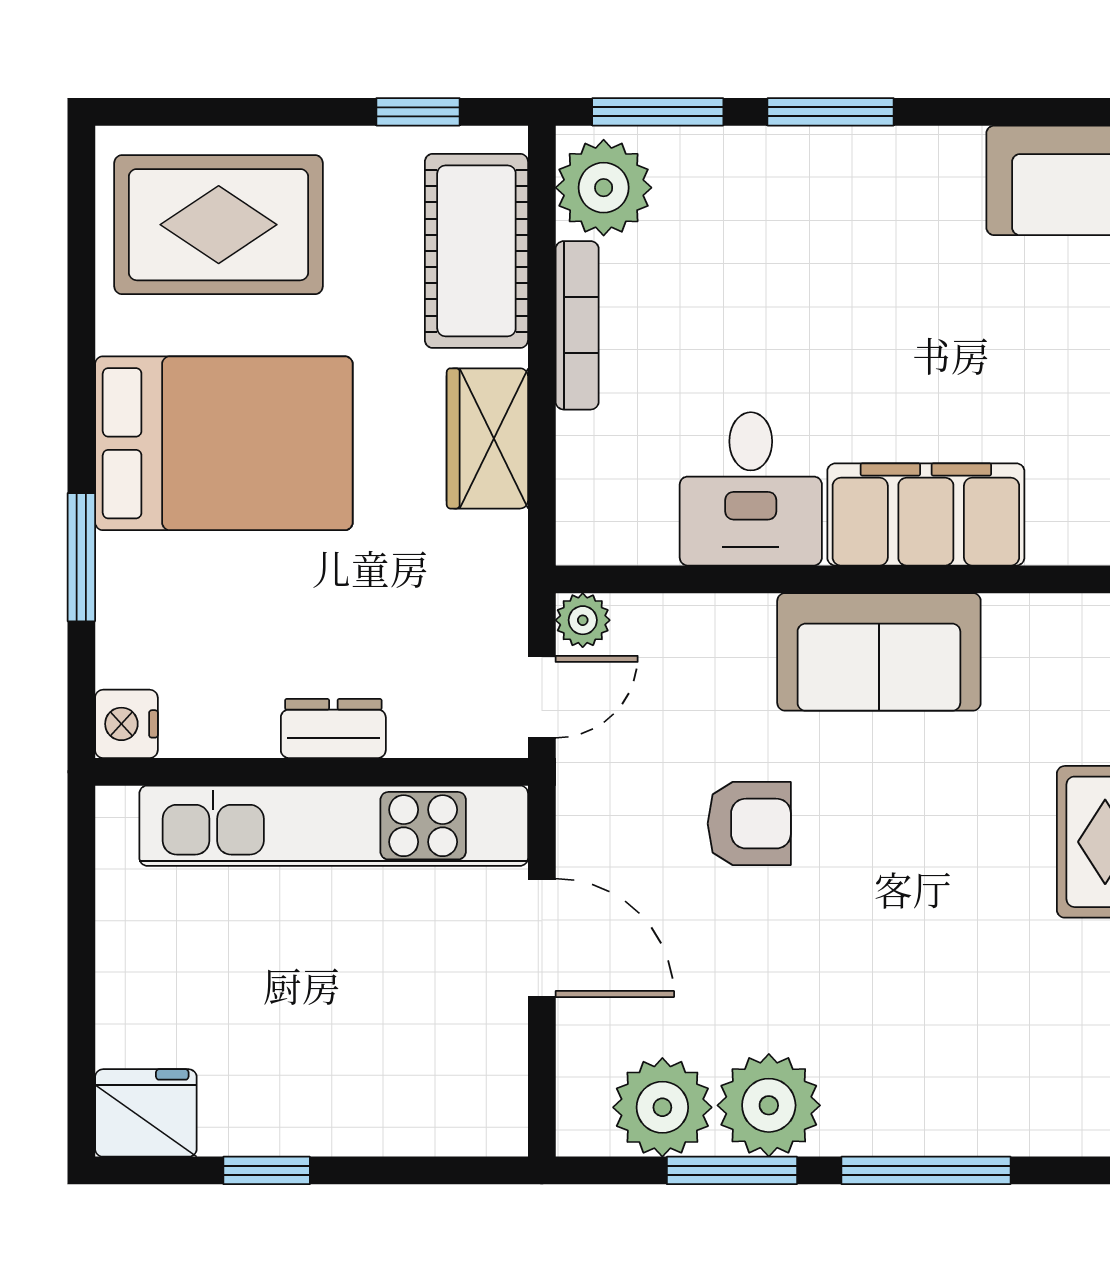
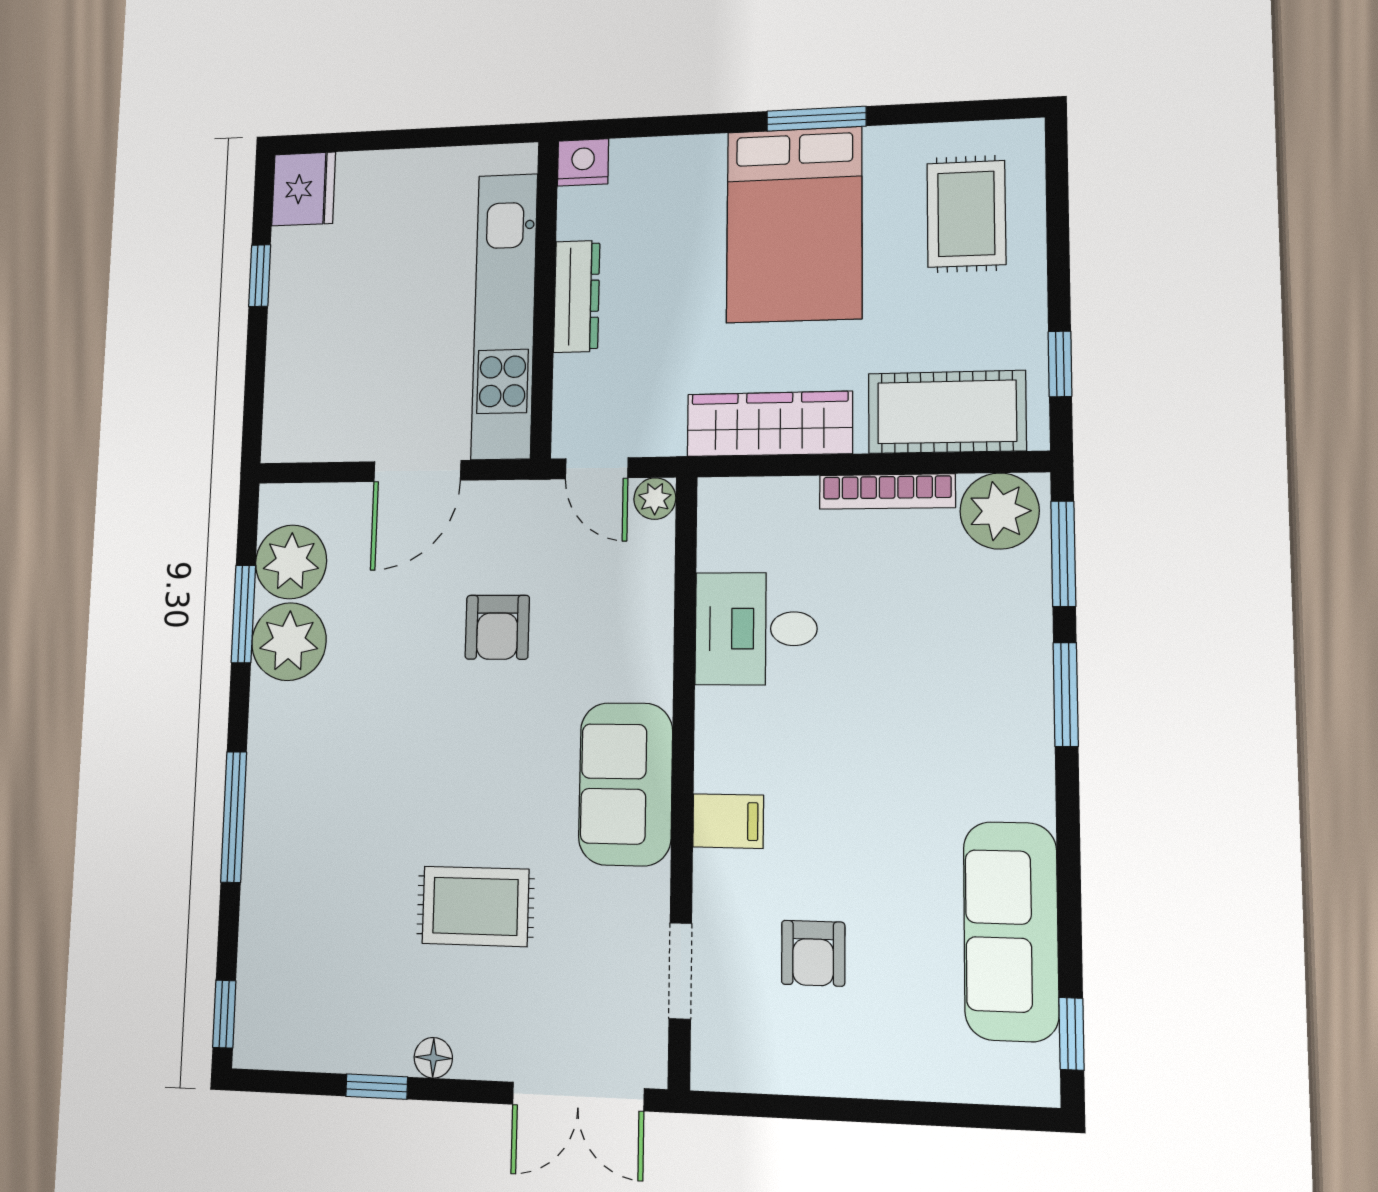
rug: (219, 225) -> (966, 214), width x0.73, depth x0.70
wardrobe: (487, 438) -> (770, 424), width x1.50
filing cabinet: (926, 514) -> (728, 821), width x0.33, depth x0.86
window: (81, 557) -> (816, 119), moved
sofa: (879, 652) -> (626, 784), moved
dresser: (333, 728) -> (577, 296), width x1.44
window: (926, 1170) -> (234, 817), moved

